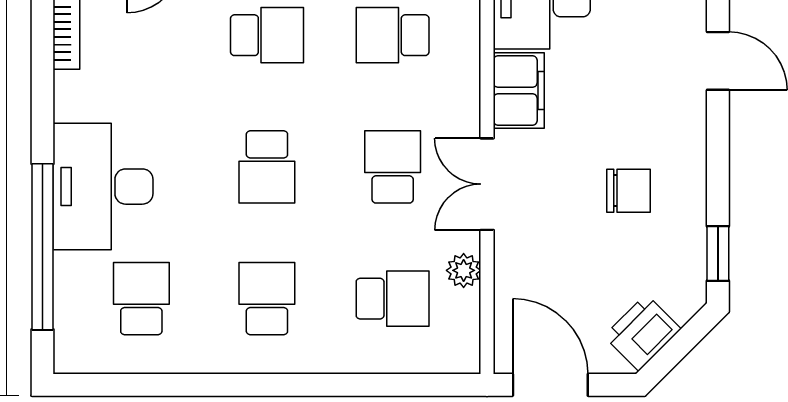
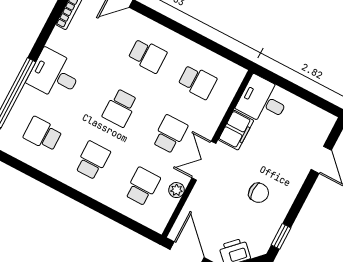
school desk: (393, 35) -> (197, 82), turned 180
desk: (103, 187) -> (54, 75), width x0.73
school desk: (141, 299) -> (43, 134), turned -90
school desk: (393, 299) -> (142, 186), turned -90

